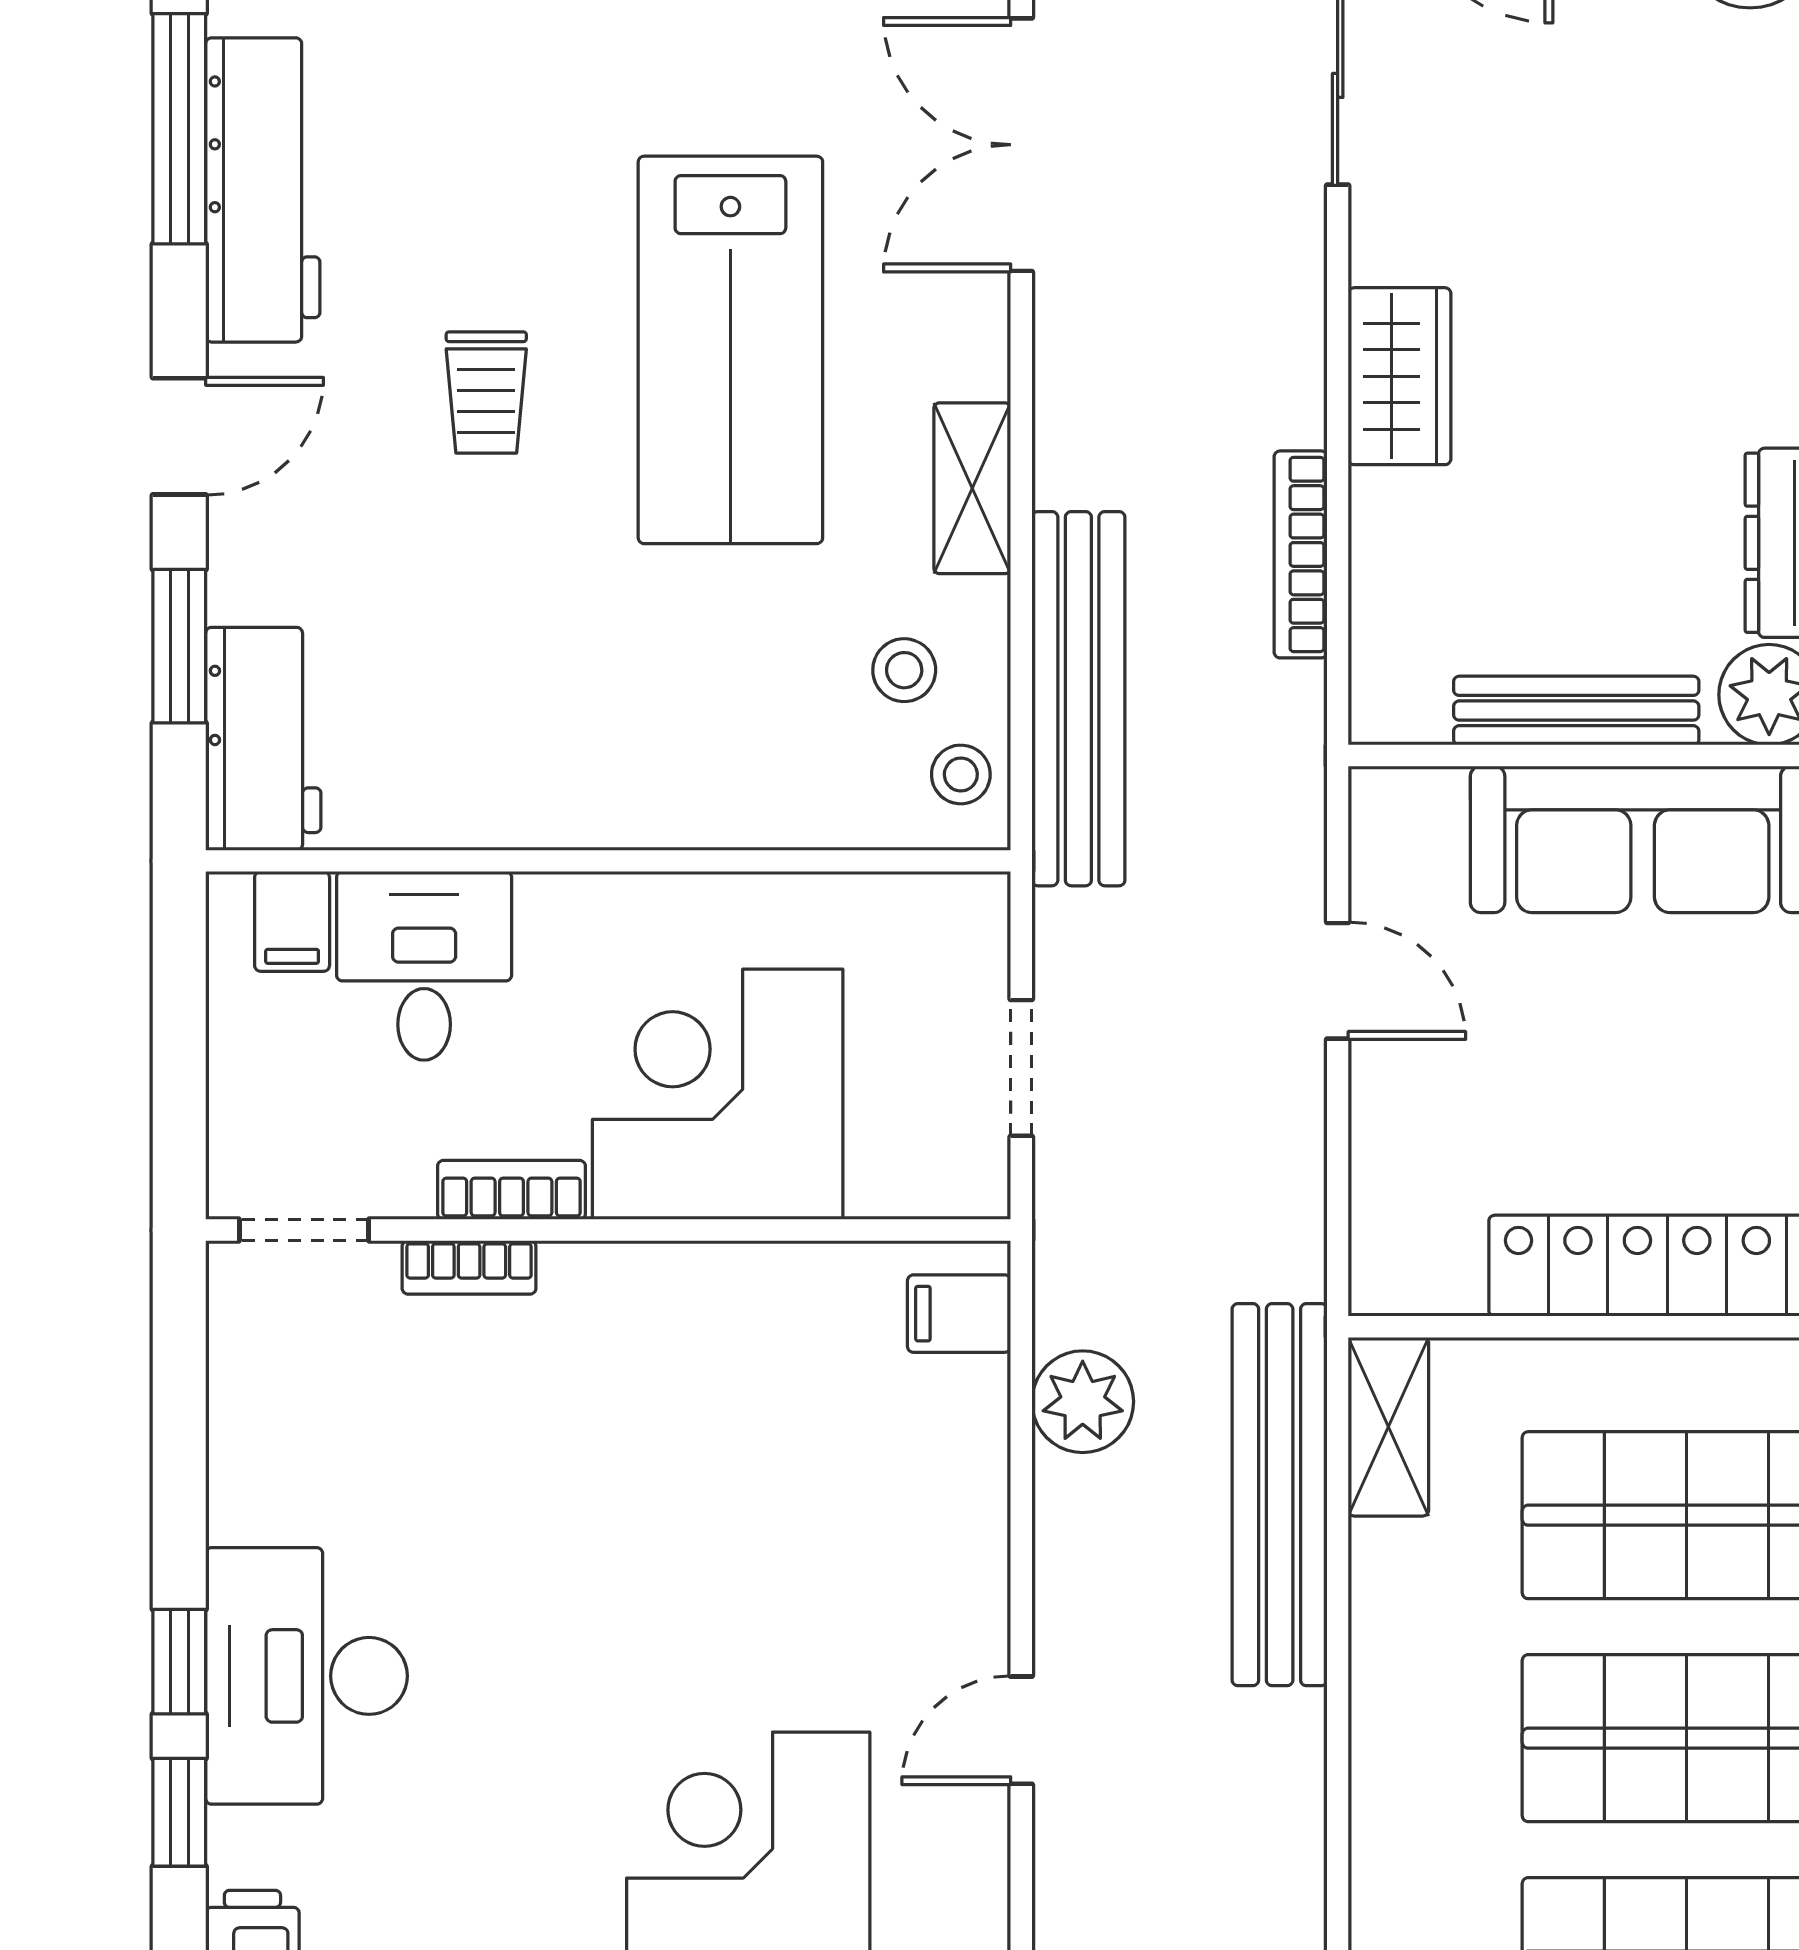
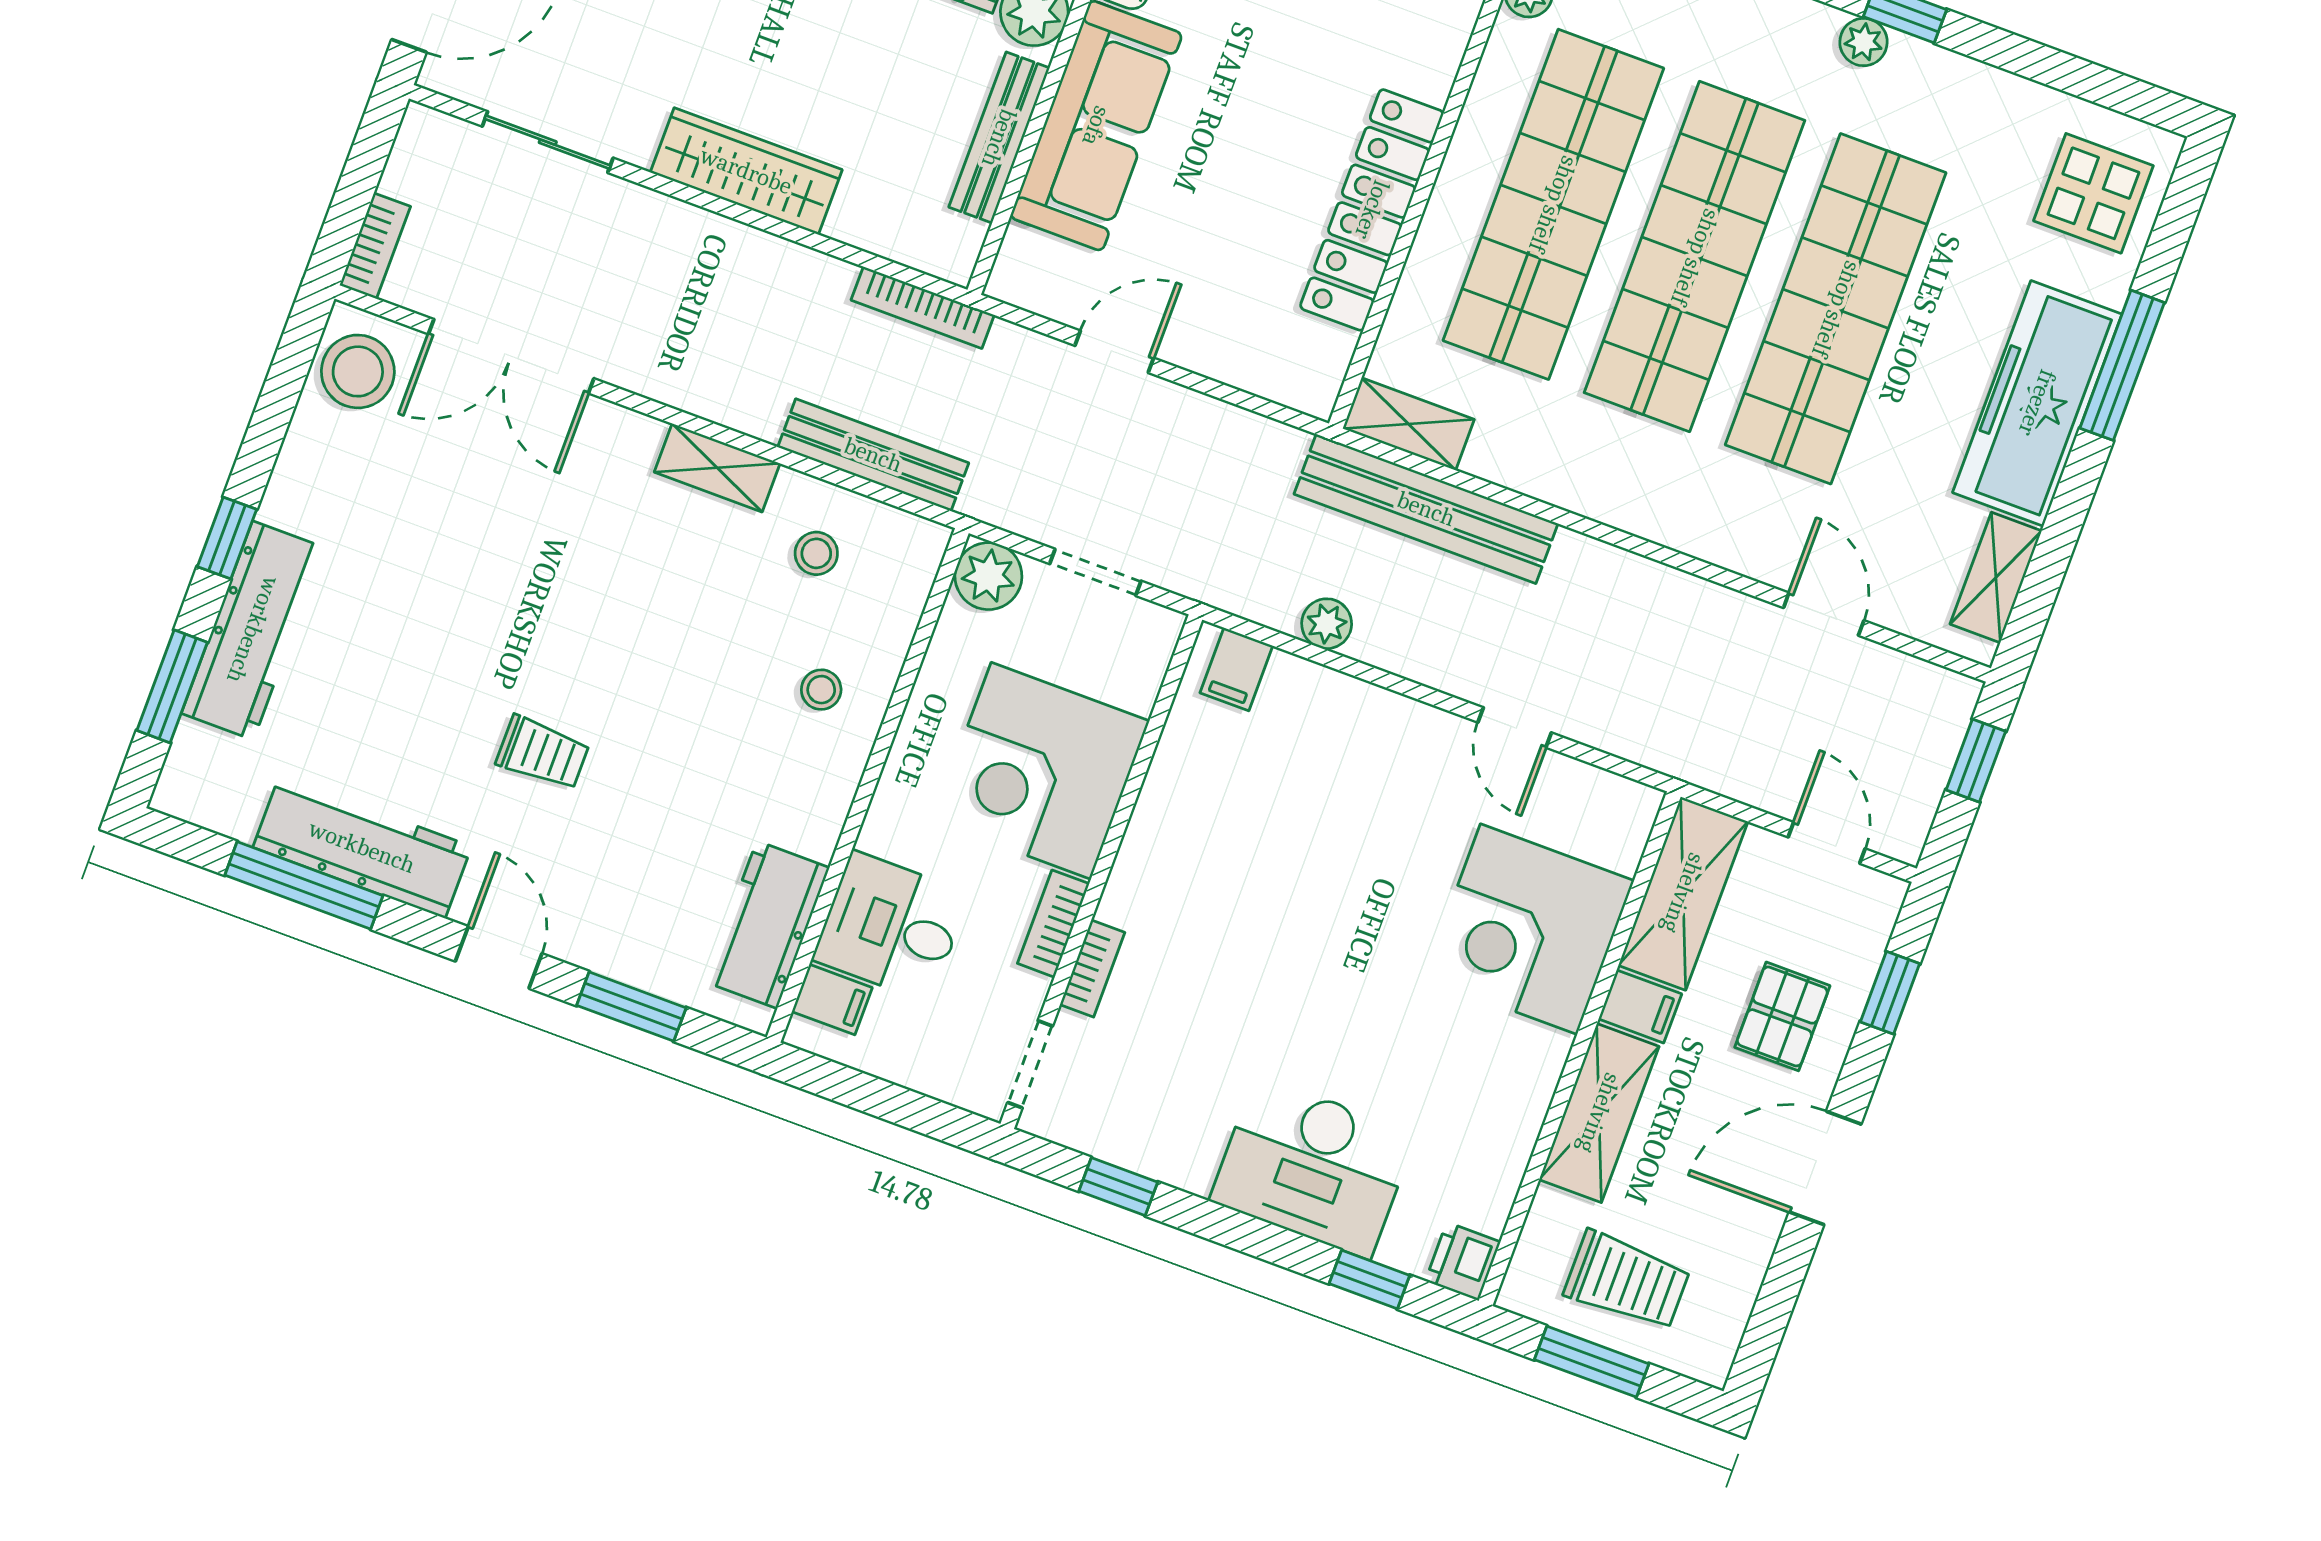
lab bench: (730, 350) -> (573, 588), removed
wardrobe: (1400, 376) -> (746, 171), width x1.50
bookcase: (1301, 554) -> (923, 308), moved
bench: (1078, 699) -> (873, 455), width x0.73, depth x0.82
workbench: (263, 739) -> (767, 925), moved, turned -90
stool: (961, 774) -> (821, 690), moved
plant: (961, 921) -> (988, 576), added
plant: (1083, 1402) -> (1327, 624), width x0.73, depth x0.73
window: (179, 1662) -> (1118, 1187), moved

